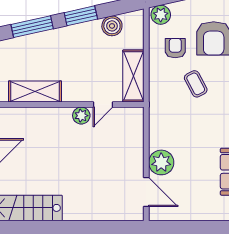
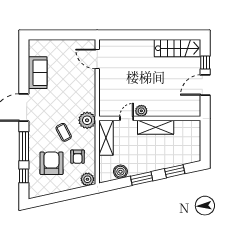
window: (32, 27) -> (175, 171), width x0.69
shelving: (35, 91) -> (156, 127), moved
plant: (161, 162) -> (87, 120), moved

